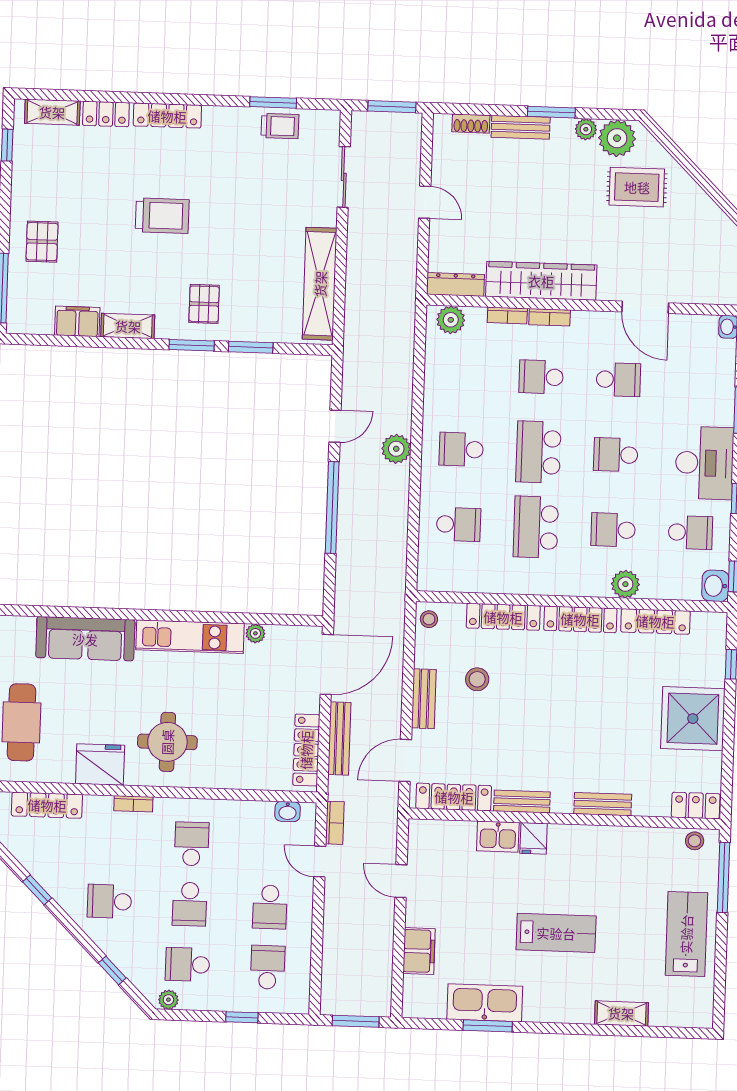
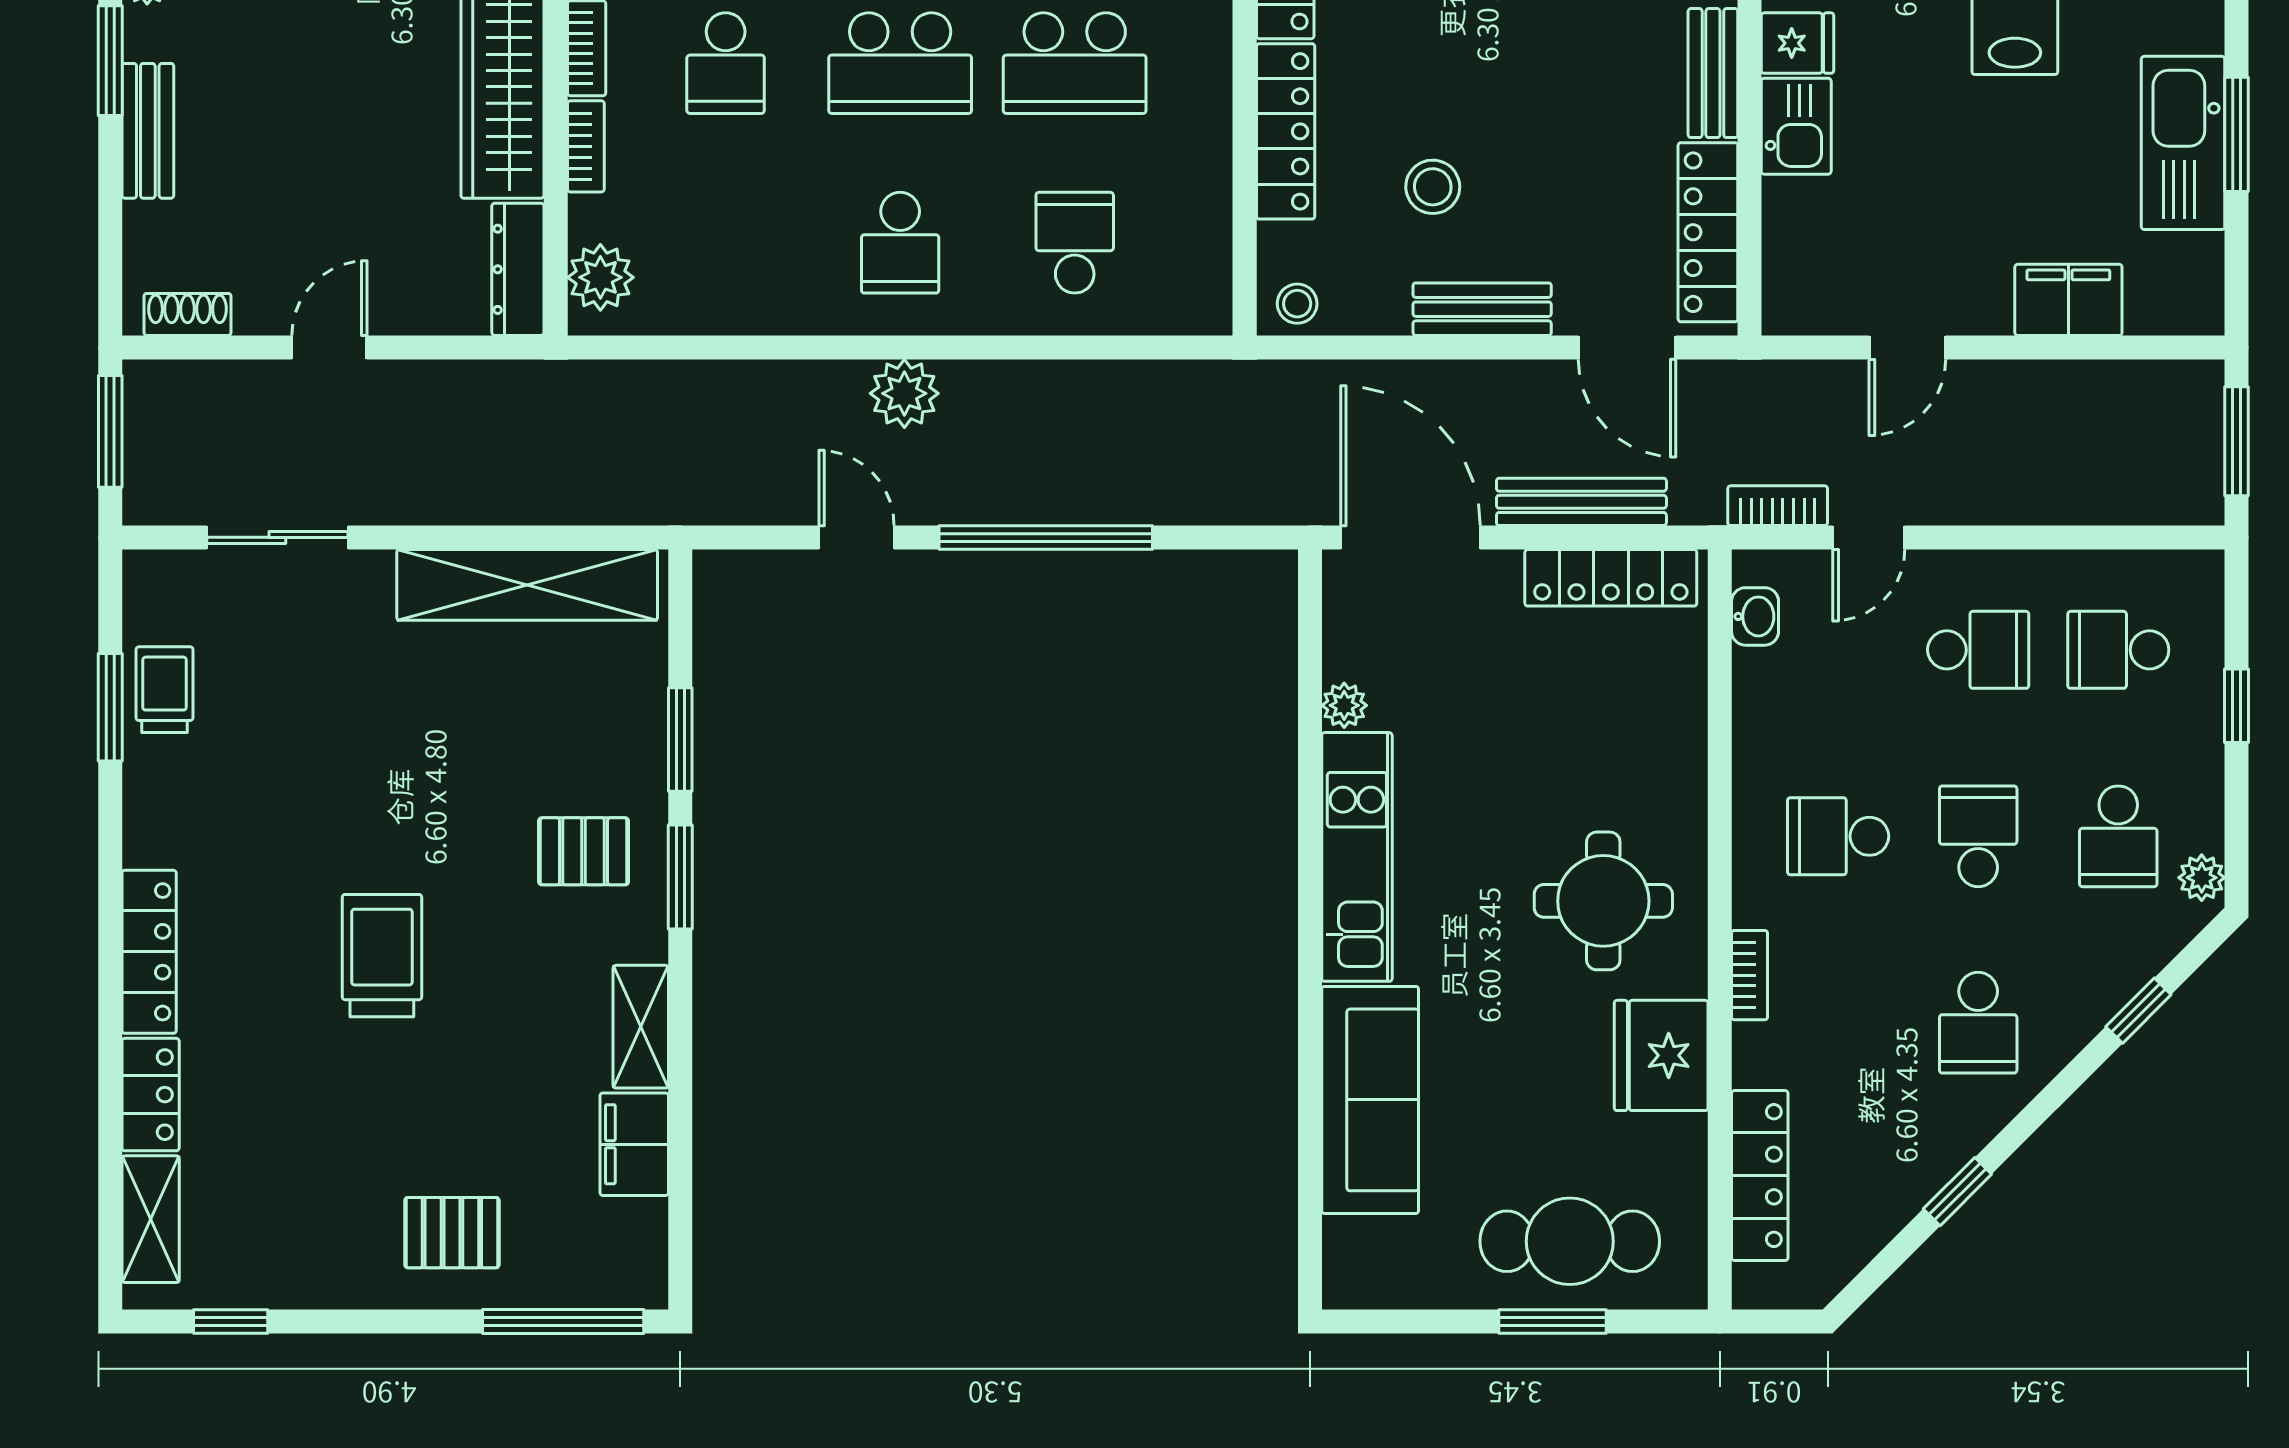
shoe rack: (471, 124) -> (188, 314), moved, turned -90
school desk: (190, 904) -> (1978, 836), turned -90

